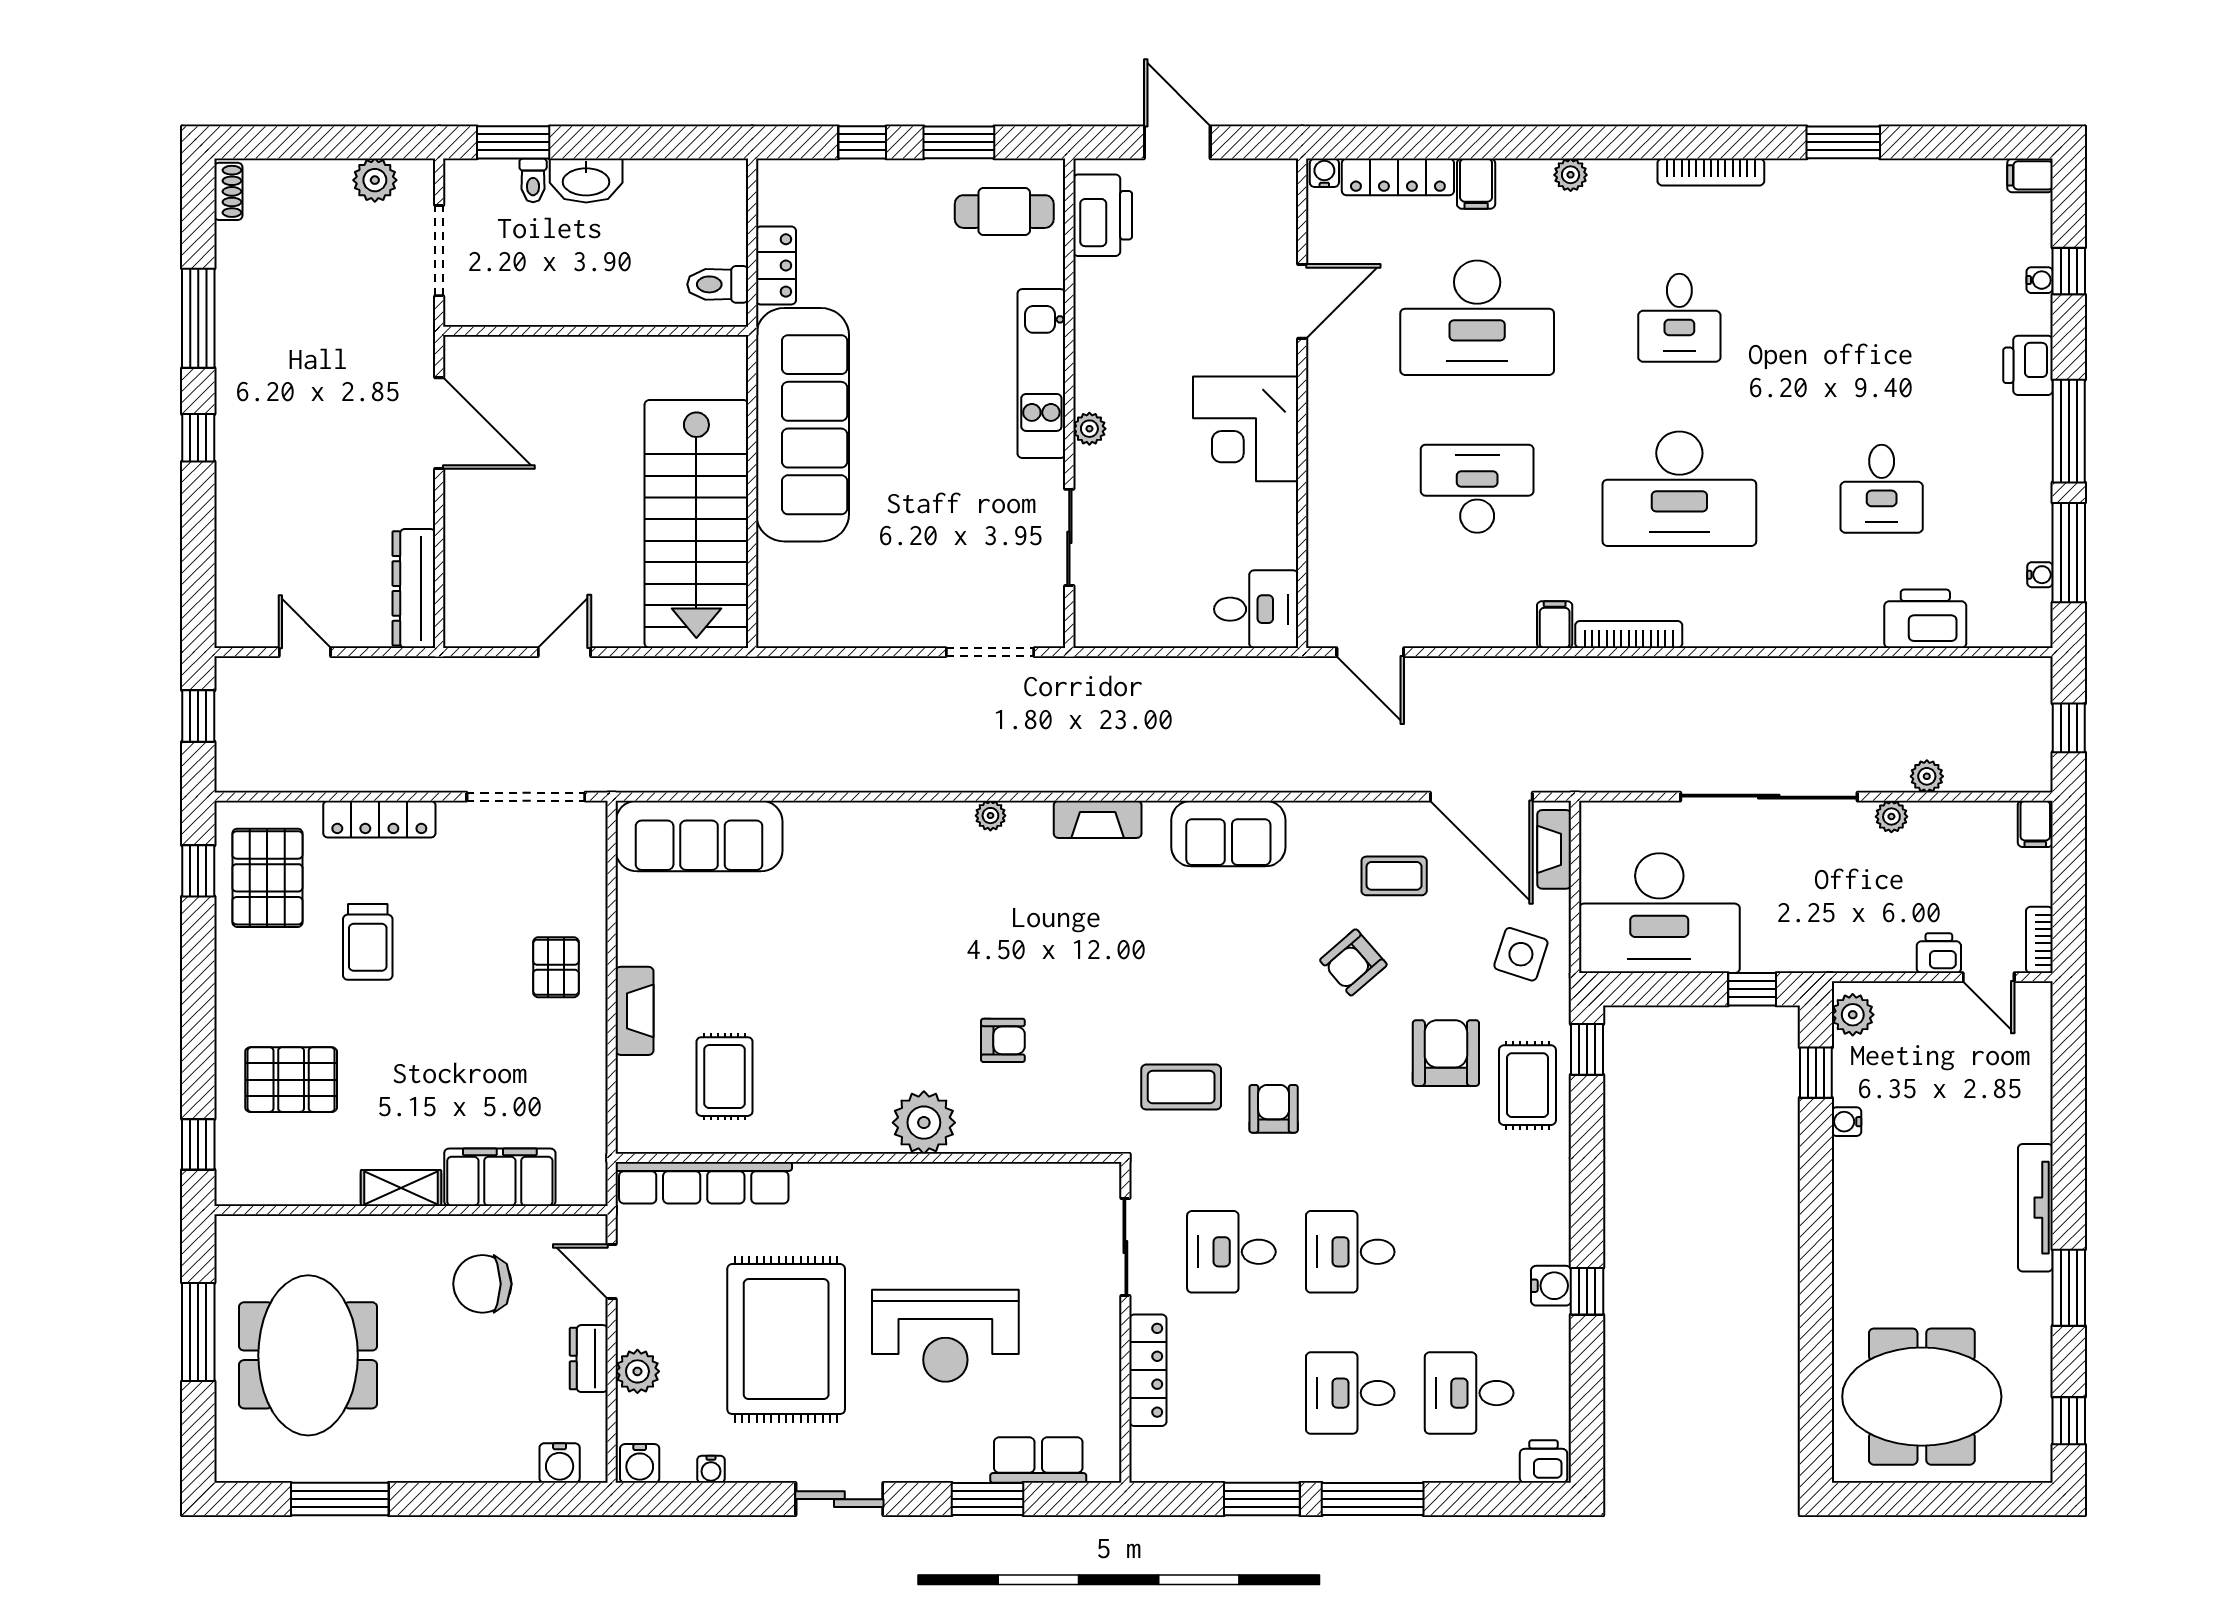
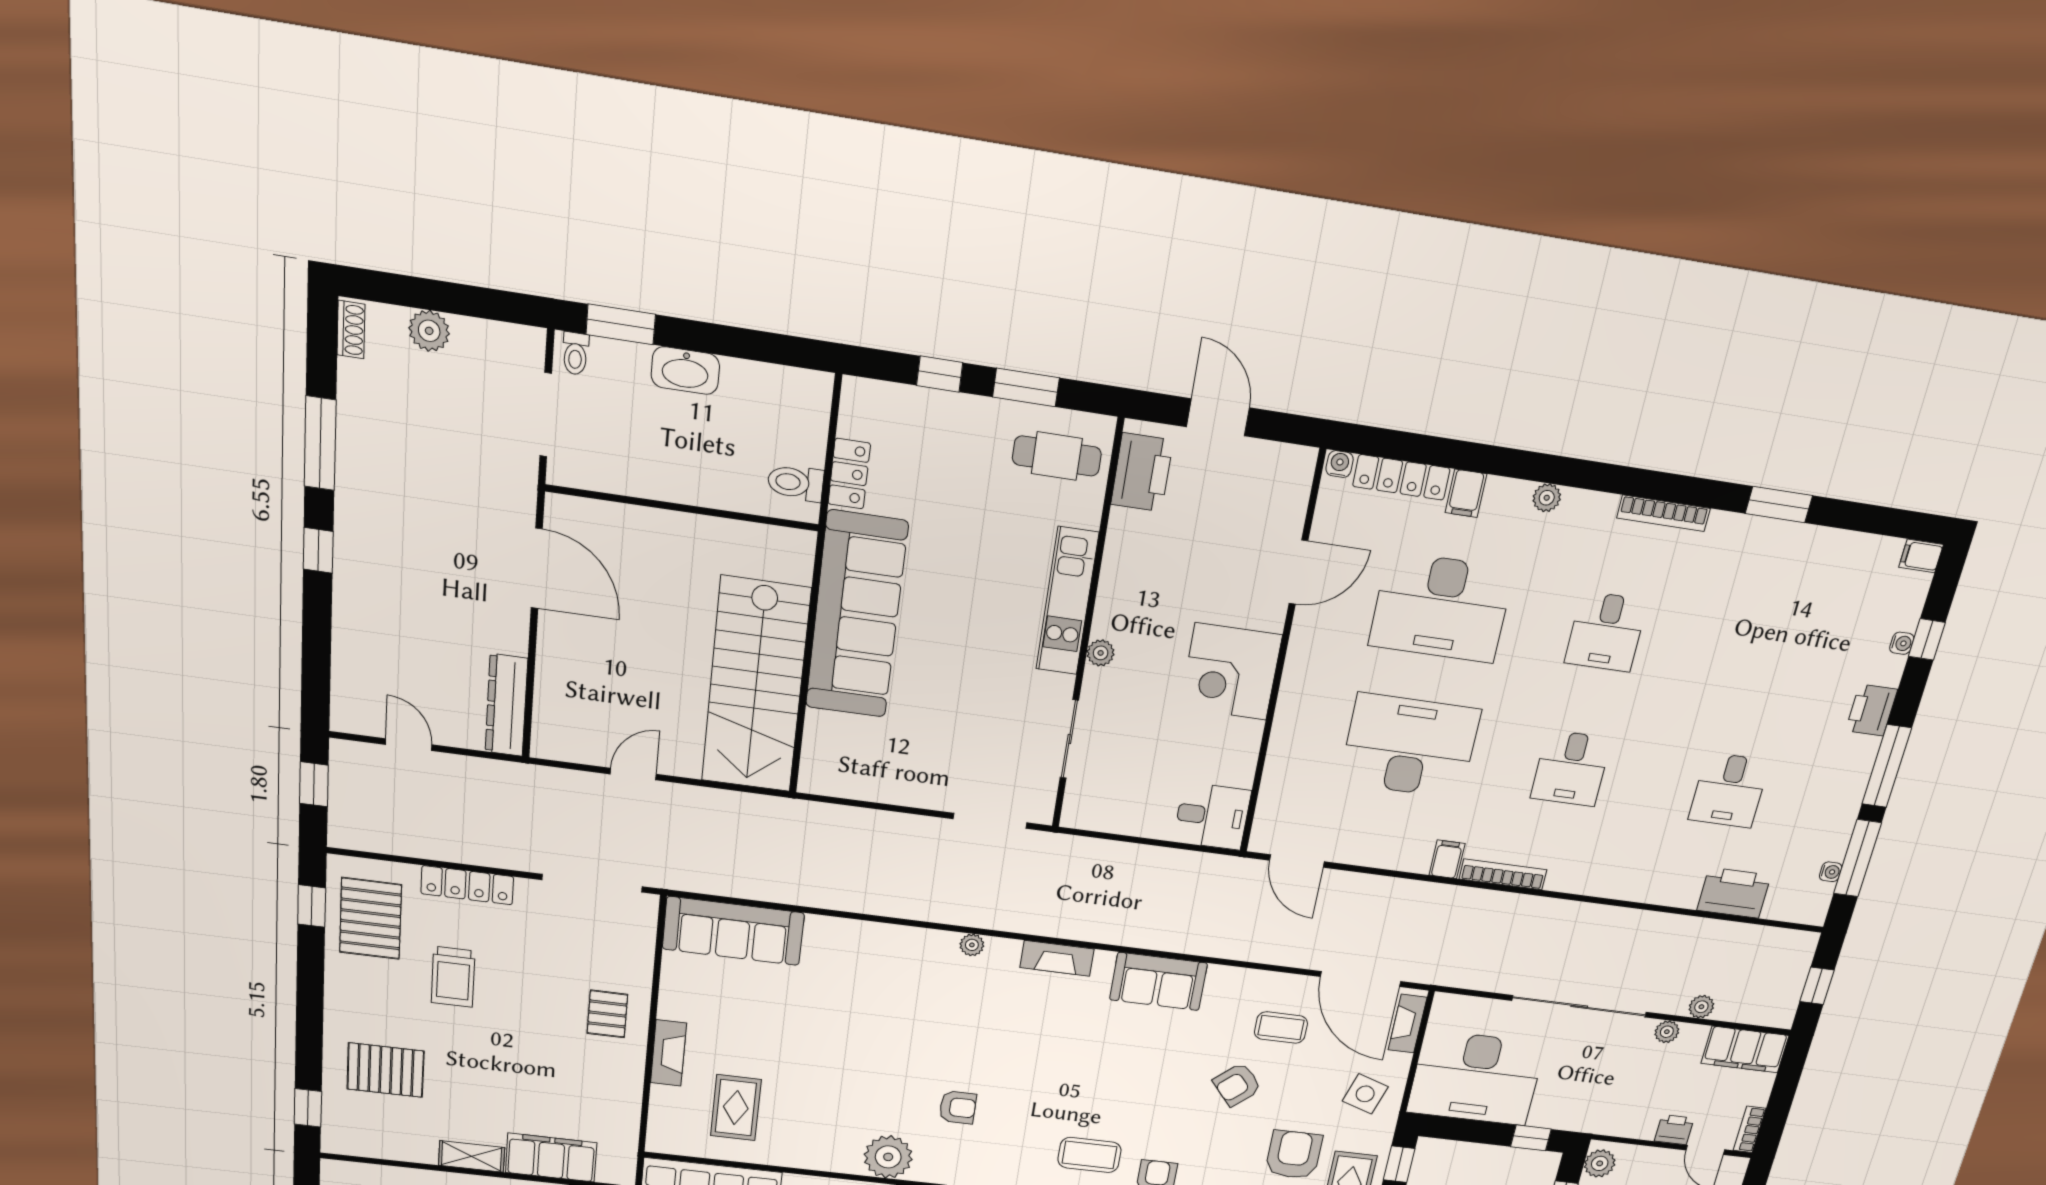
plant: (375, 180) -> (429, 331), moved
toilet: (533, 180) -> (575, 354), moved
desk: (1477, 489) -> (1410, 746), width x1.36, depth x1.30
desk: (1679, 489) -> (1571, 768), width x0.53, depth x0.77
filing cabinet: (2035, 824) -> (1745, 1049), width x3.00, depth x1.17

